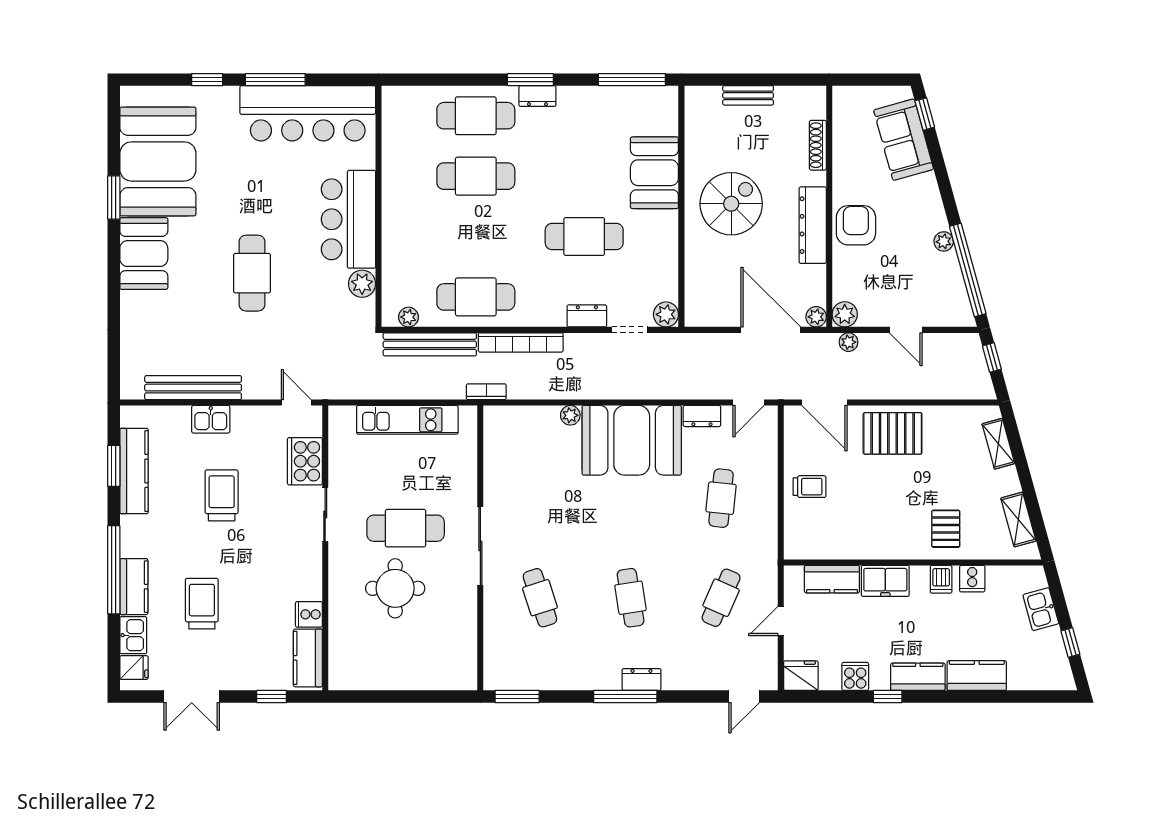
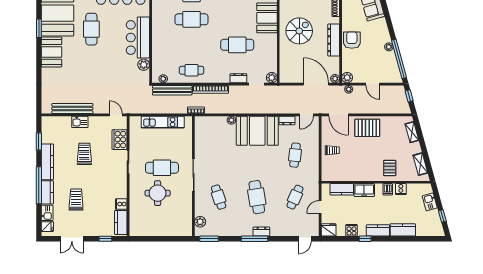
cafe table: (252, 273) -> (91, 29), moved
cafe table: (476, 297) -> (192, 70), width x0.73, depth x0.74
kitchen counter: (134, 471) -> (47, 162), moved
cafe table: (631, 598) -> (257, 197), width x1.37, depth x1.35
plant: (496, 656) -> (200, 222), added

